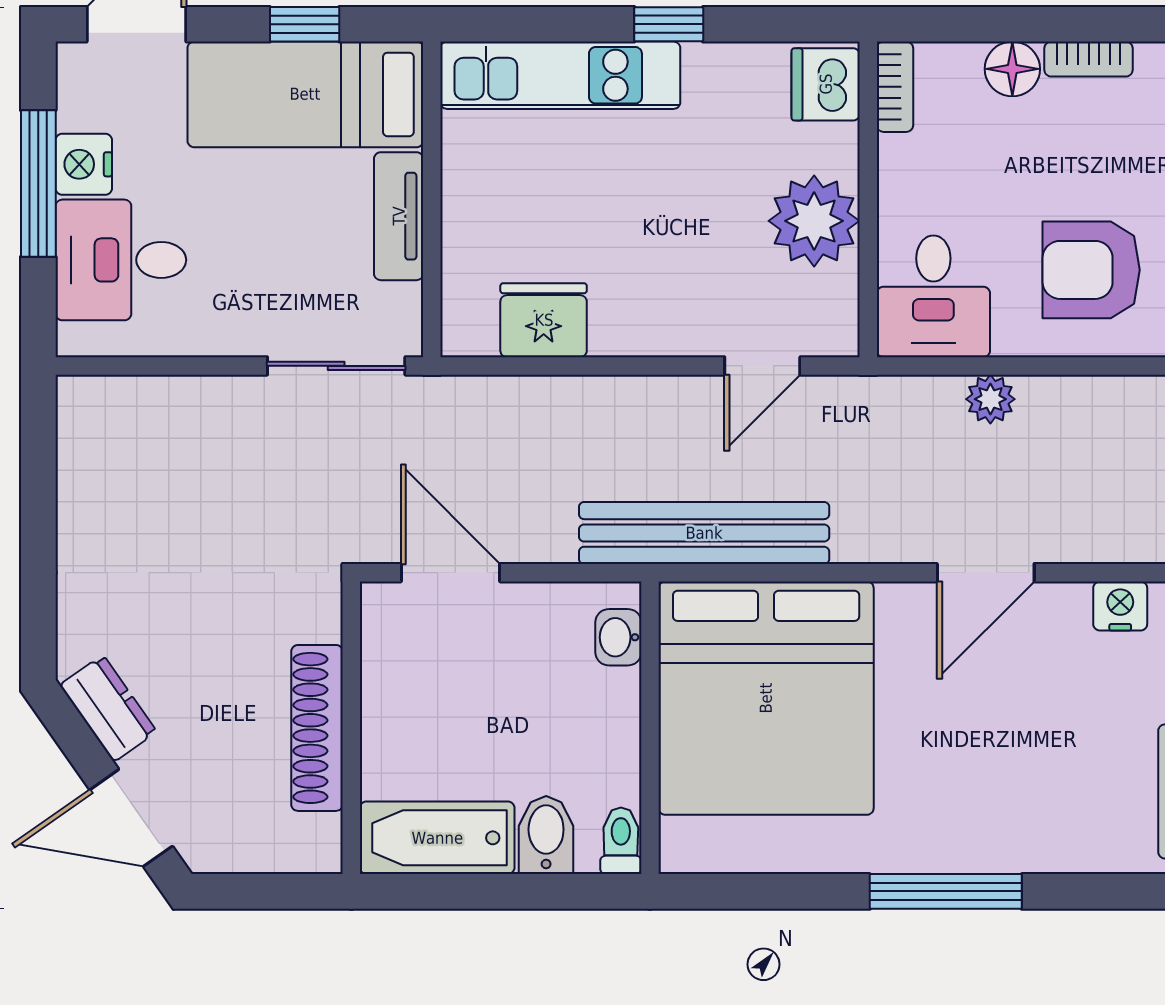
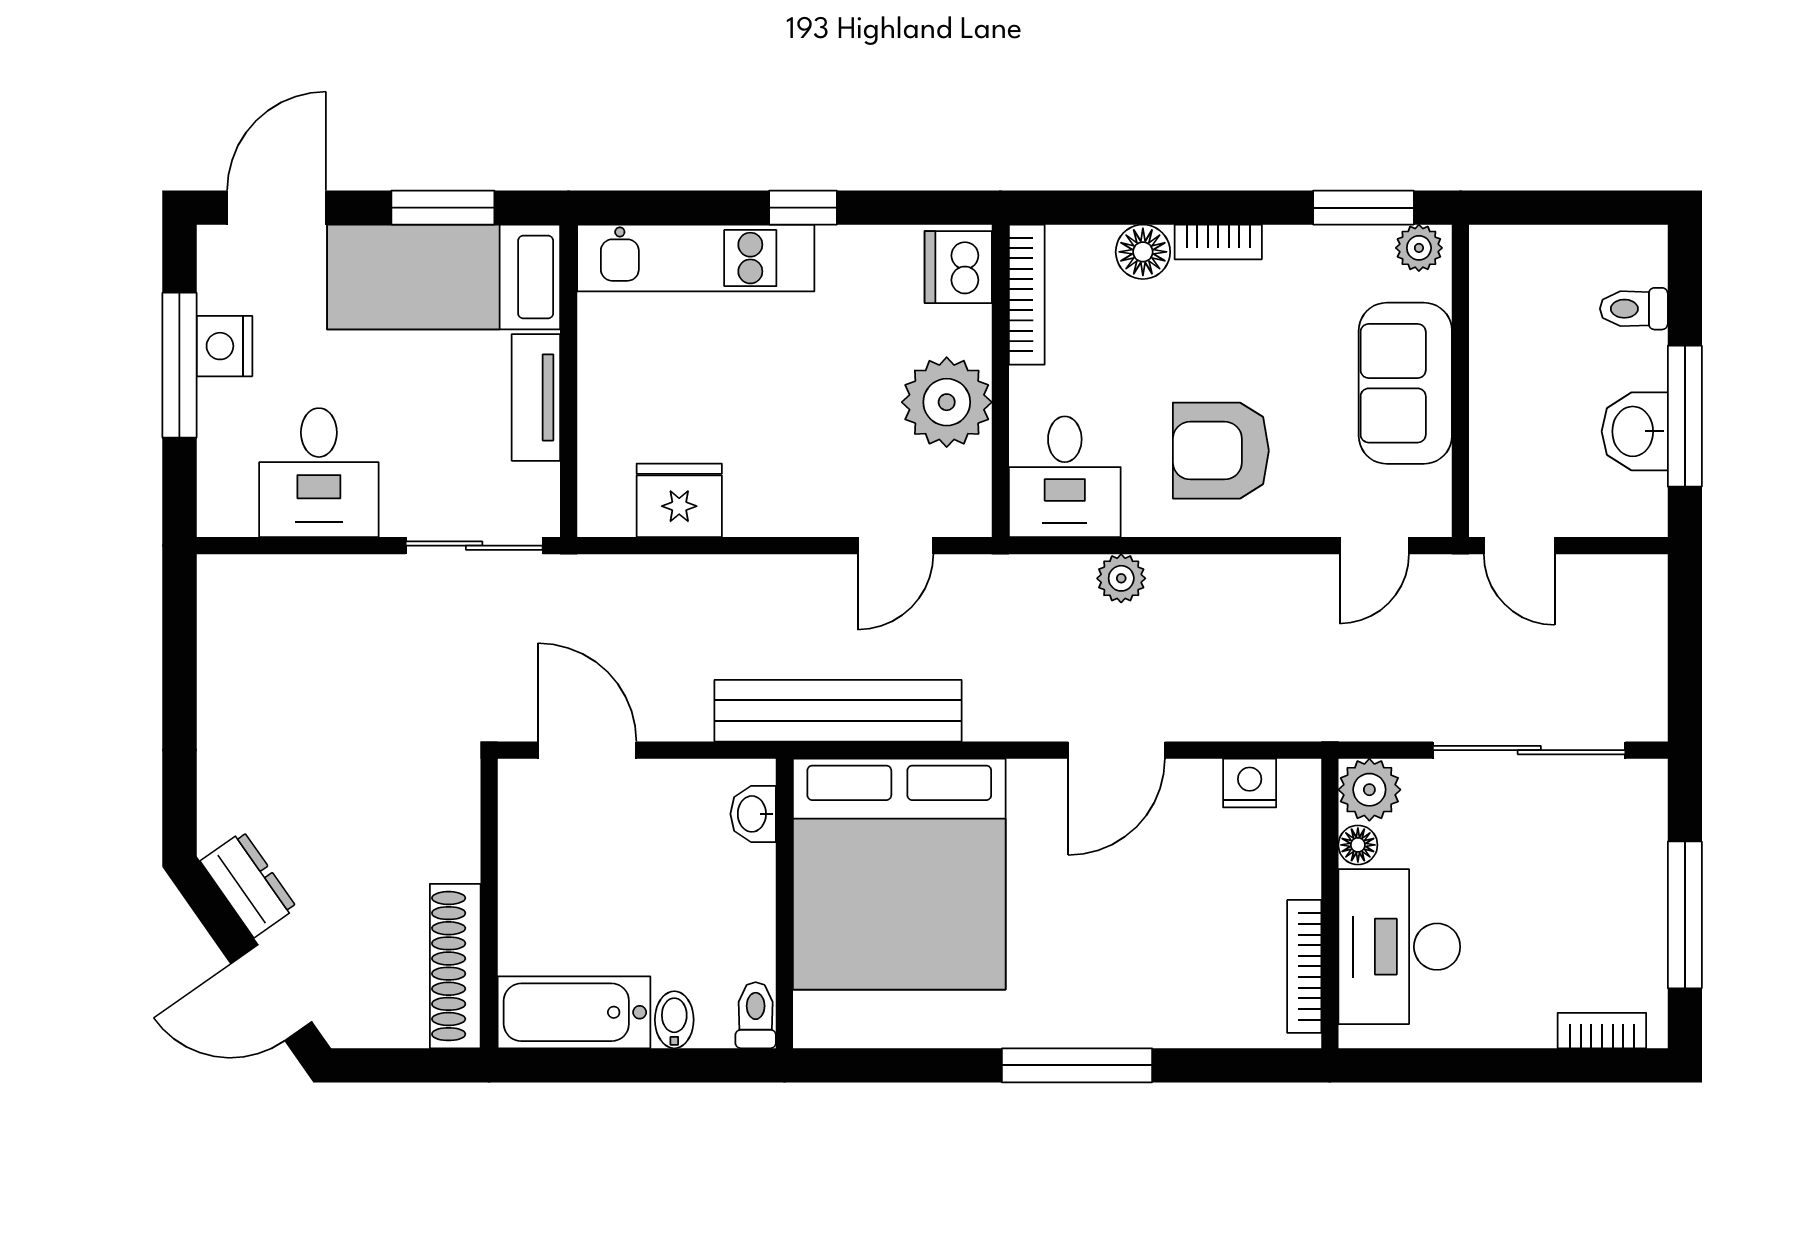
window: (305, 24) -> (443, 208), width x1.50
bookcase: (895, 87) -> (1027, 295), width x1.56
desk: (121, 260) -> (319, 473), moved, turned -90
shoe rack: (317, 728) -> (455, 966), moved
bidet: (546, 835) -> (674, 1020), width x0.72, depth x0.74

